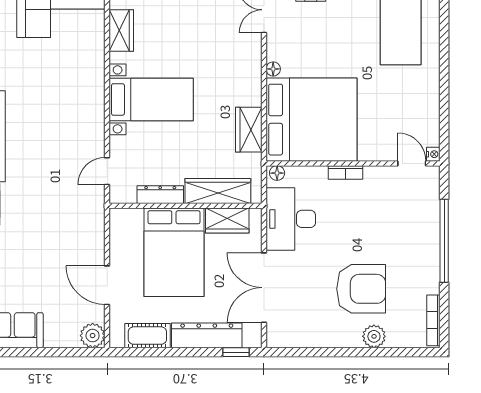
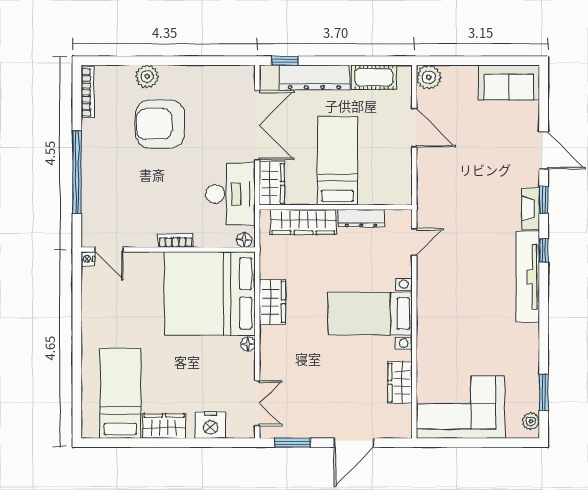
wardrobe: (249, 130) -> (272, 302), moved
wardrobe: (227, 220) -> (272, 183), moved, turned 90
bed: (174, 252) -> (337, 161), width x0.67

